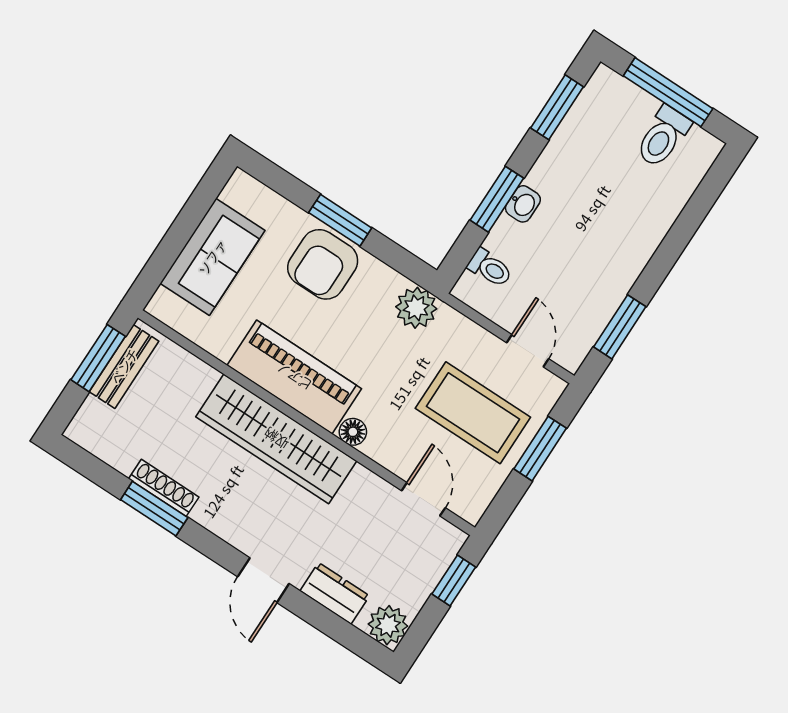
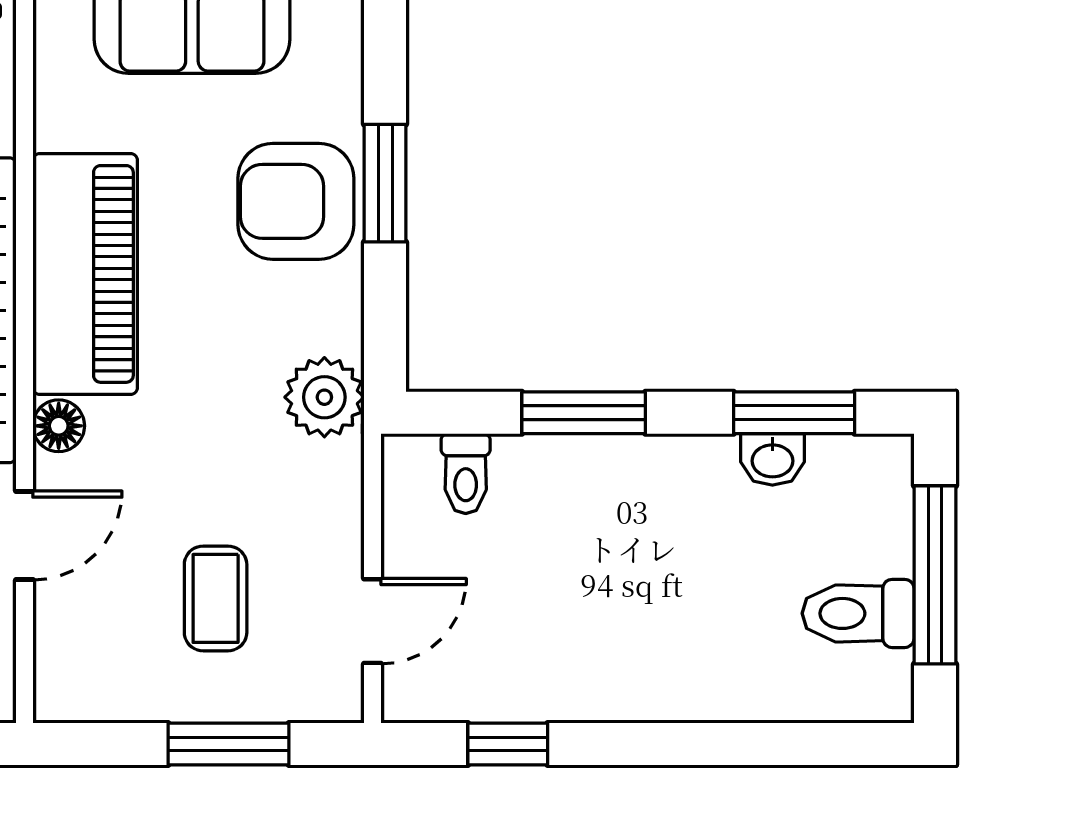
washbasin: (523, 204) -> (772, 459), moved
window: (620, 327) -> (508, 744), width x0.67
coffee table: (473, 413) -> (216, 598), width x0.54, depth x0.58
door: (423, 499) -> (24, 536), moved

